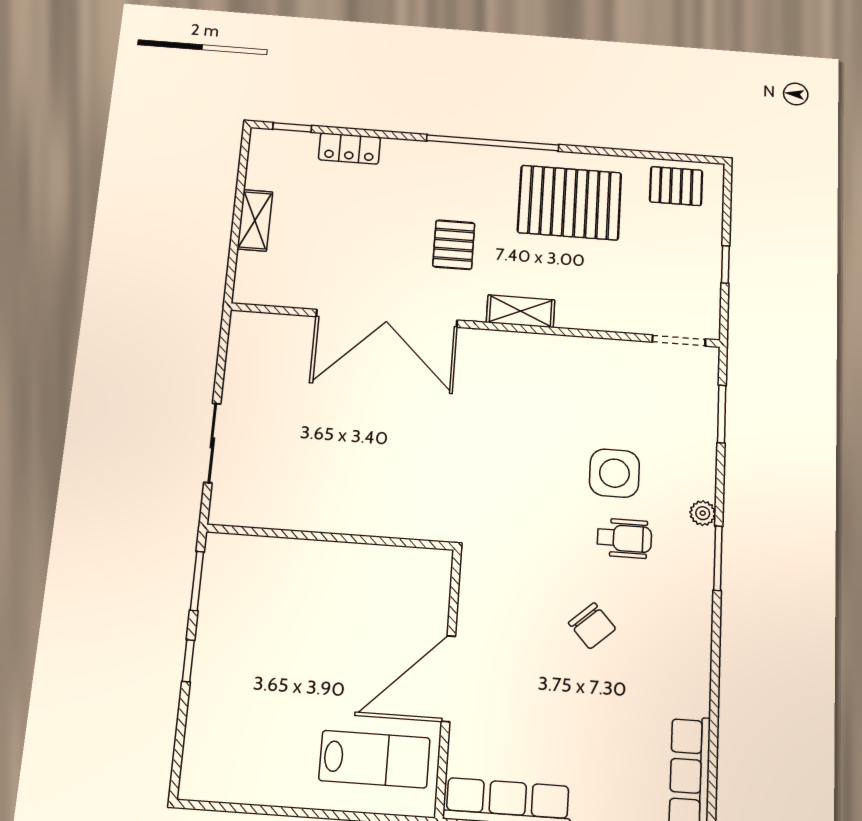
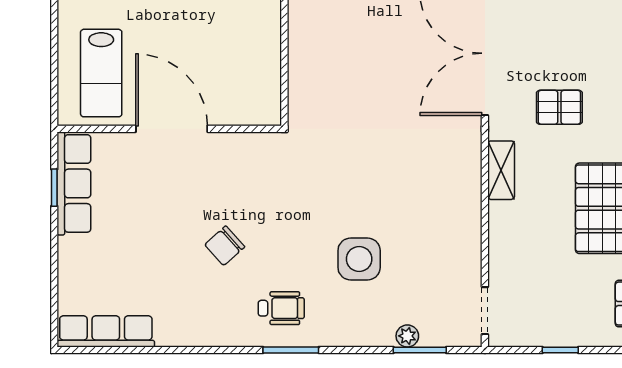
plant: (703, 513) -> (407, 336), moved
wheelchair: (624, 538) -> (281, 308), moved, turned -90

